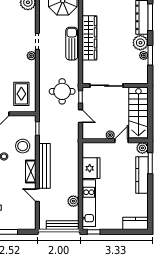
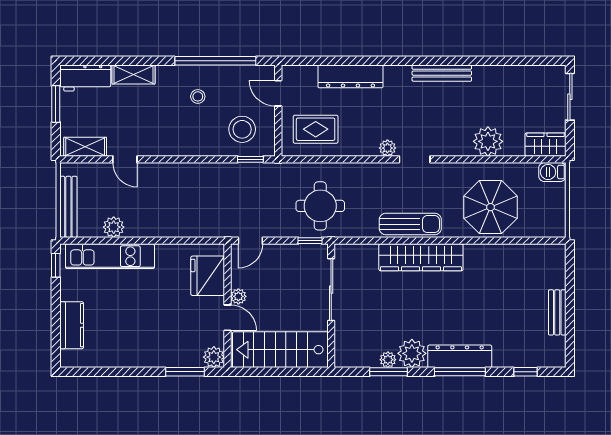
door: (81, 116) -> (250, 241), moved
stool: (23, 146) -> (242, 129), moved
bench: (45, 166) -> (180, 173), removed
fridge: (91, 168) -> (208, 276), moved, turned 90
shelving: (31, 171) -> (85, 147), moved
kitchen counter: (142, 175) -> (163, 356), removed
door: (37, 195) -> (125, 159), swing flipped
kitchen counter: (135, 223) -> (72, 325), moved

